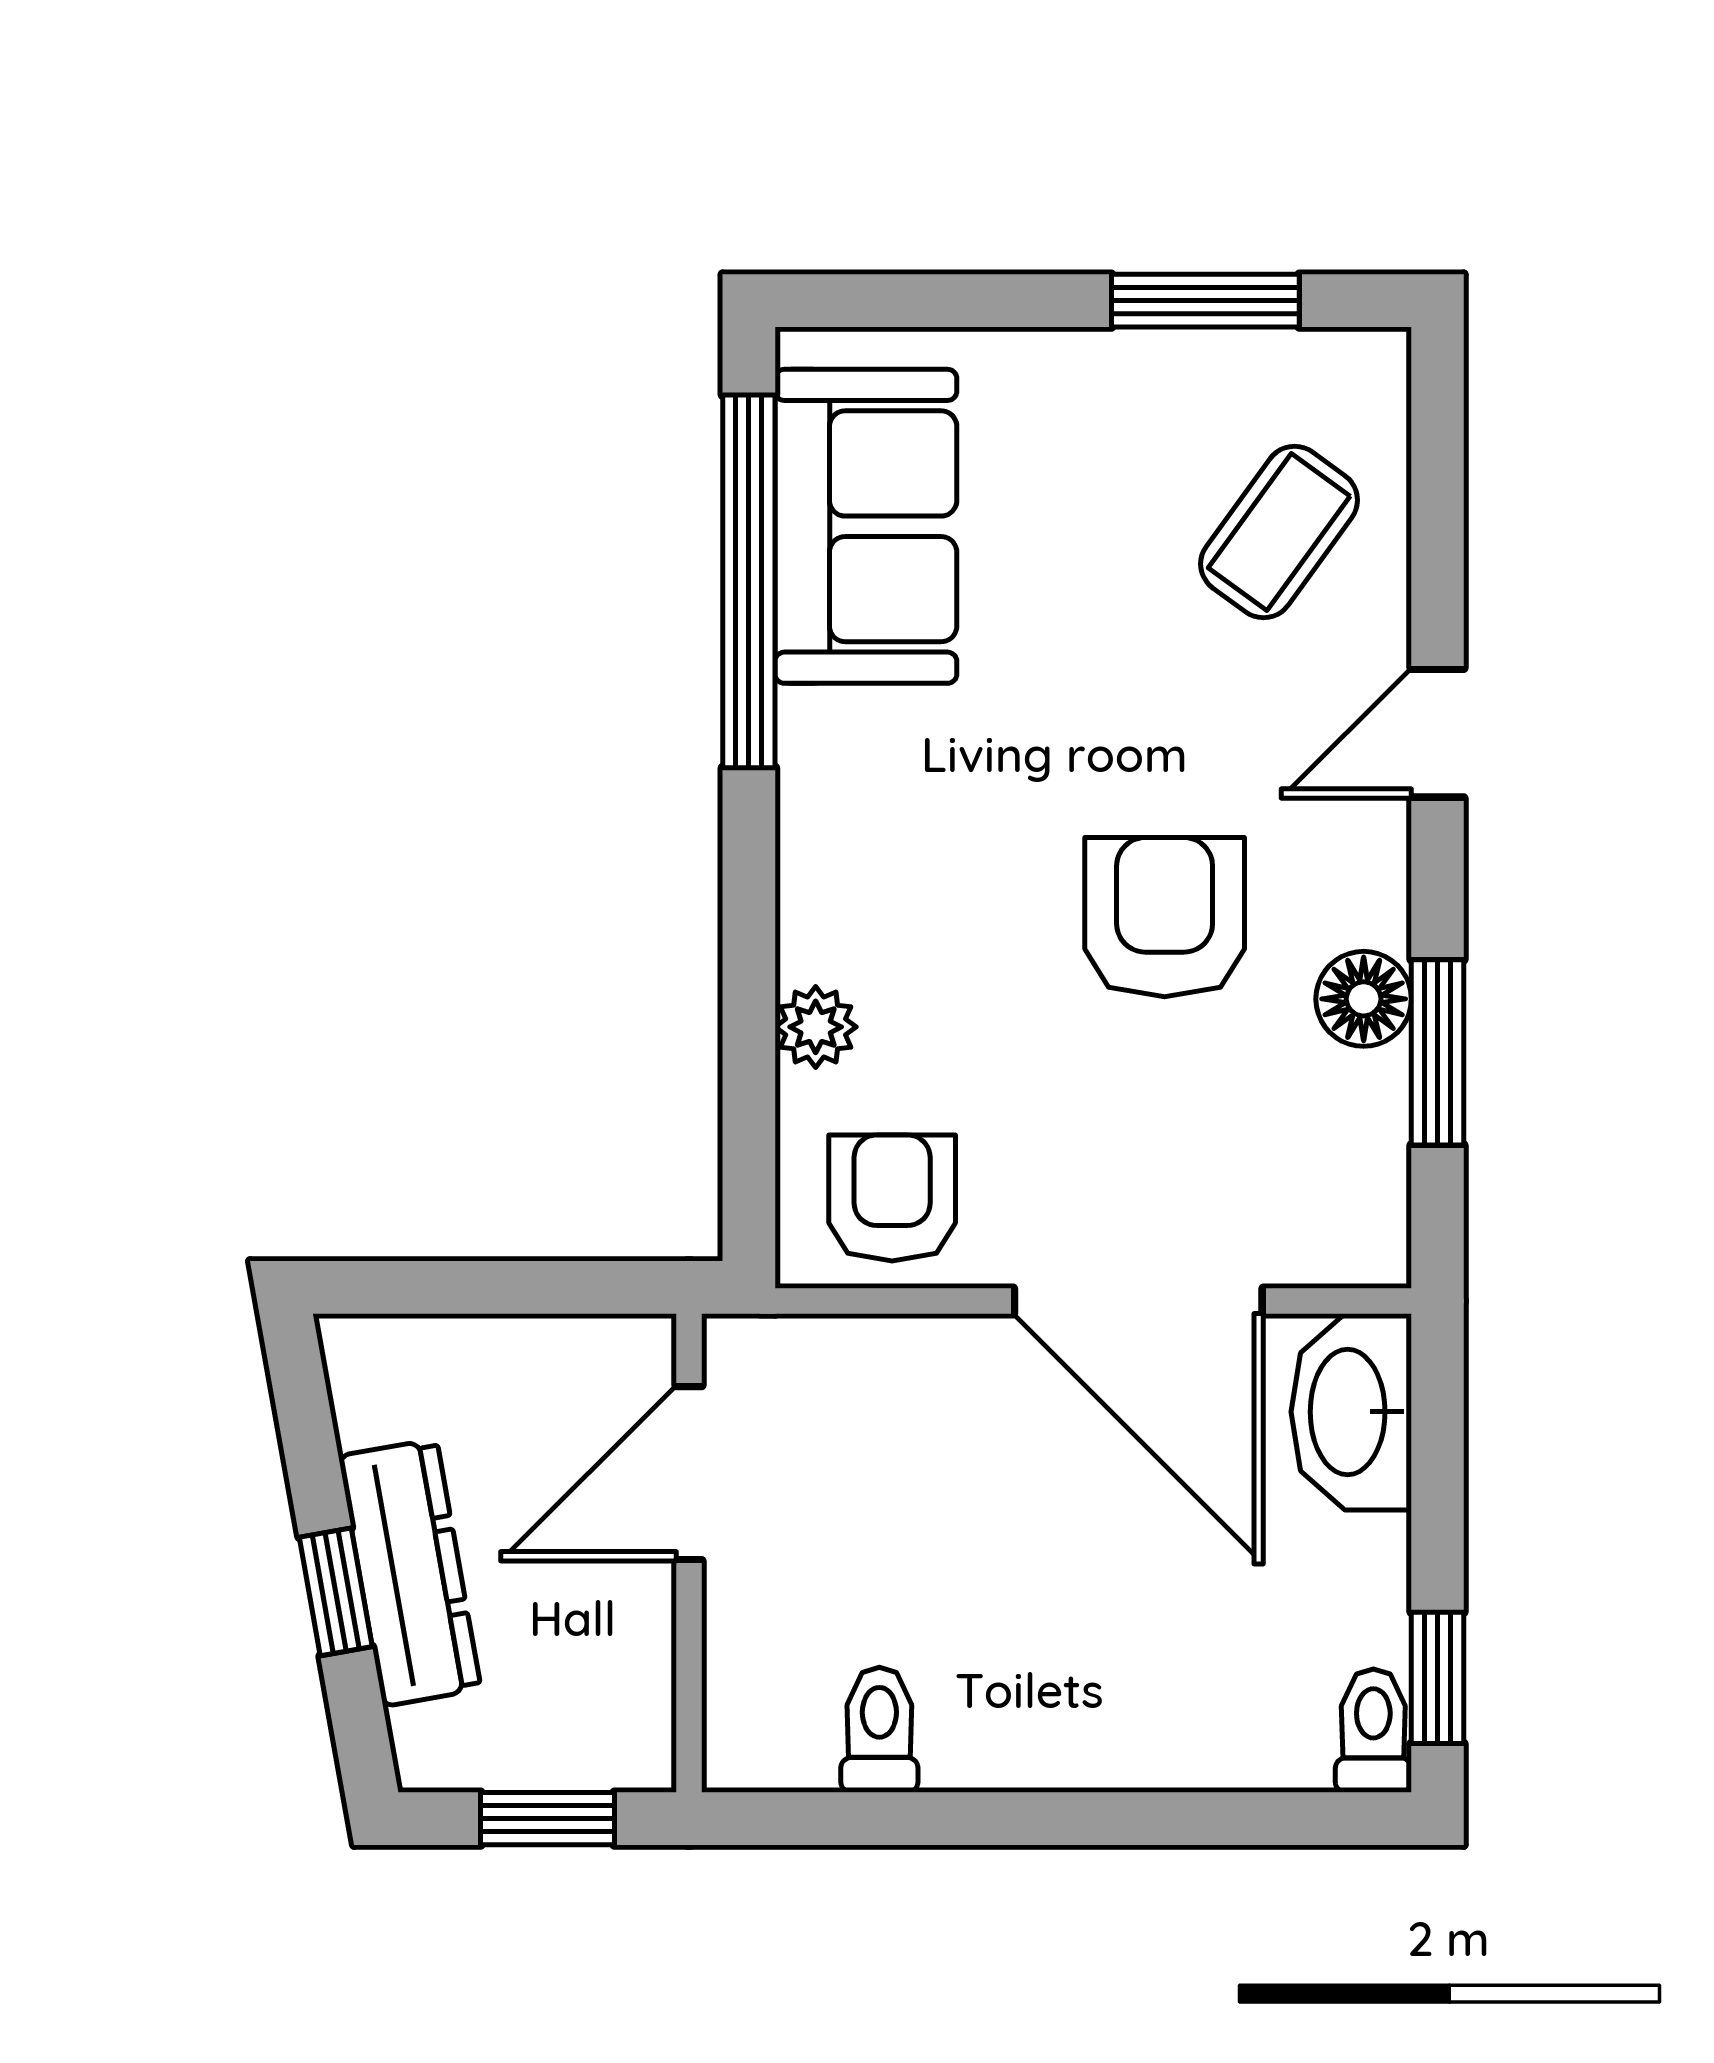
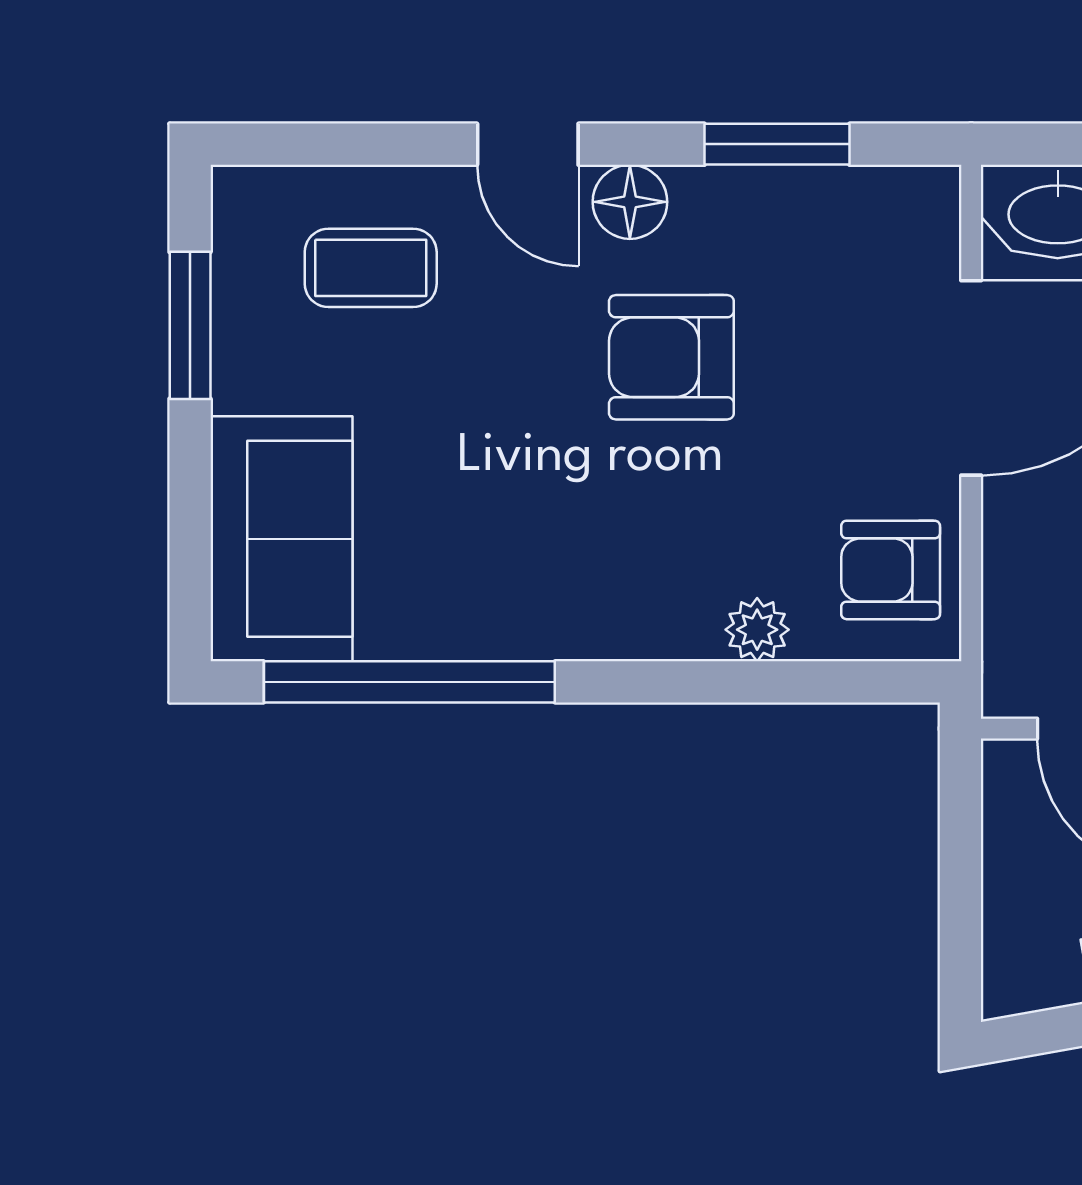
sofa: (866, 526) -> (281, 539), moved, turned 90
coffee table: (1279, 532) -> (371, 268), turned -36
floor lamp: (1364, 999) -> (630, 202), moved

